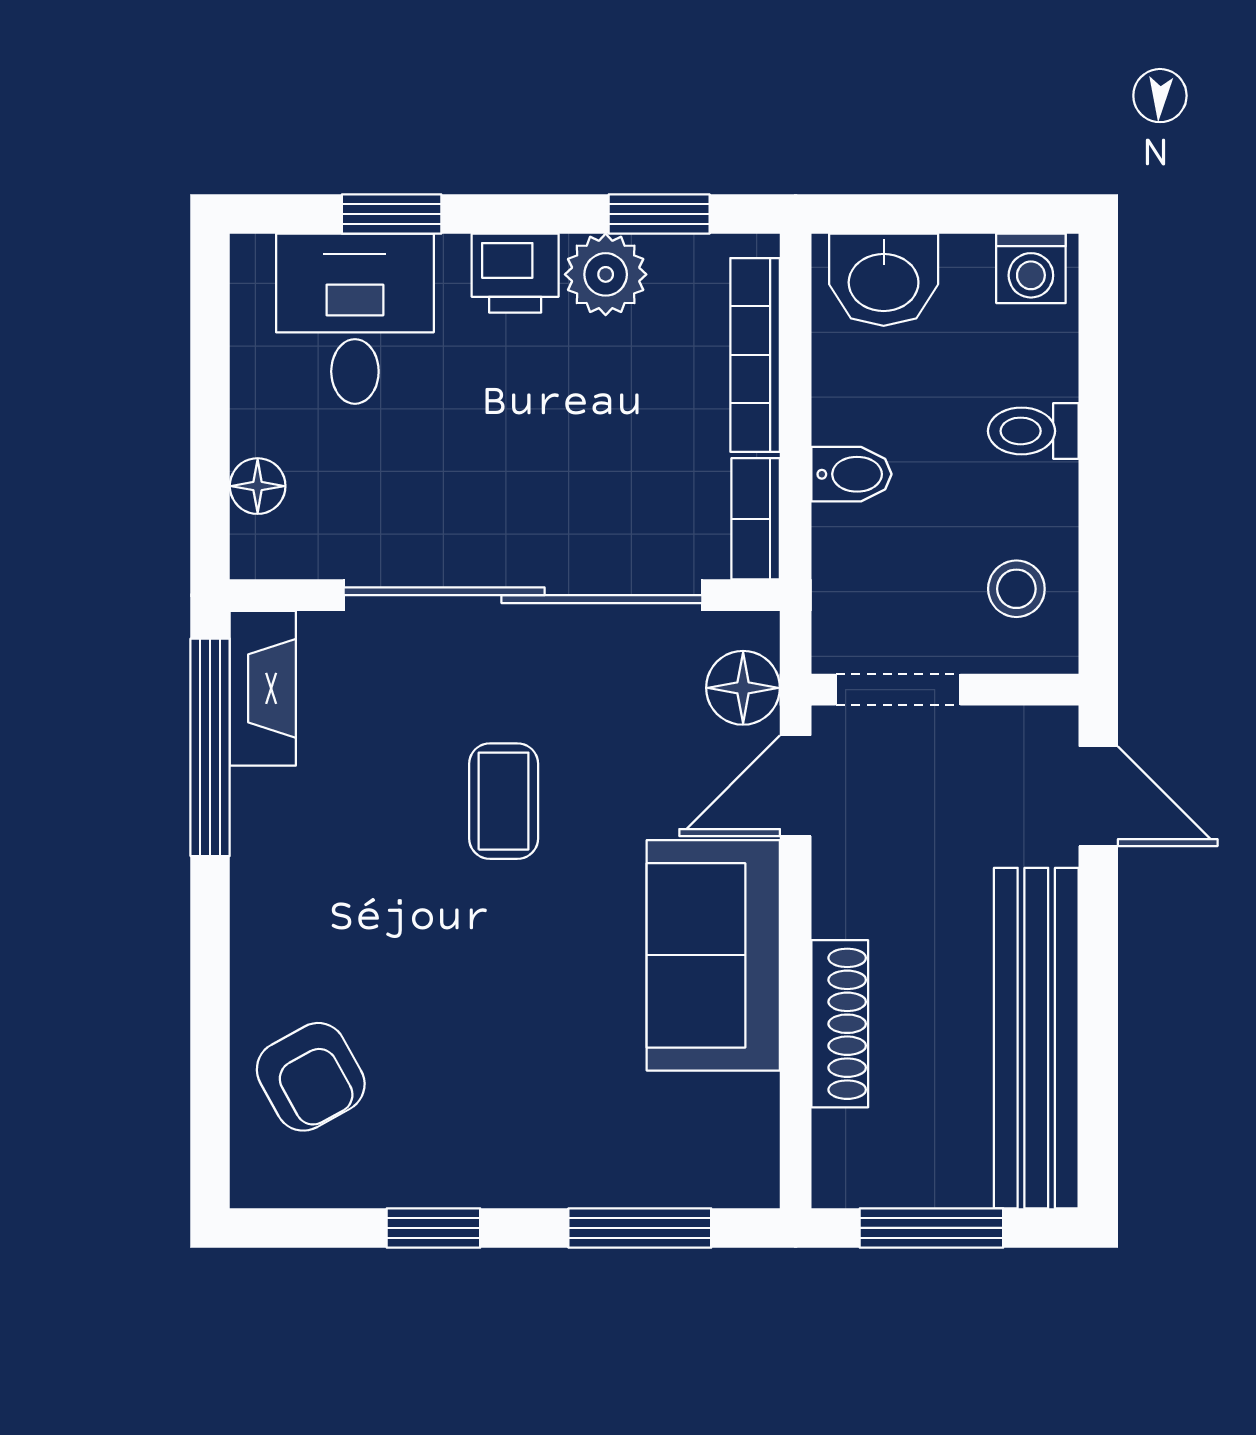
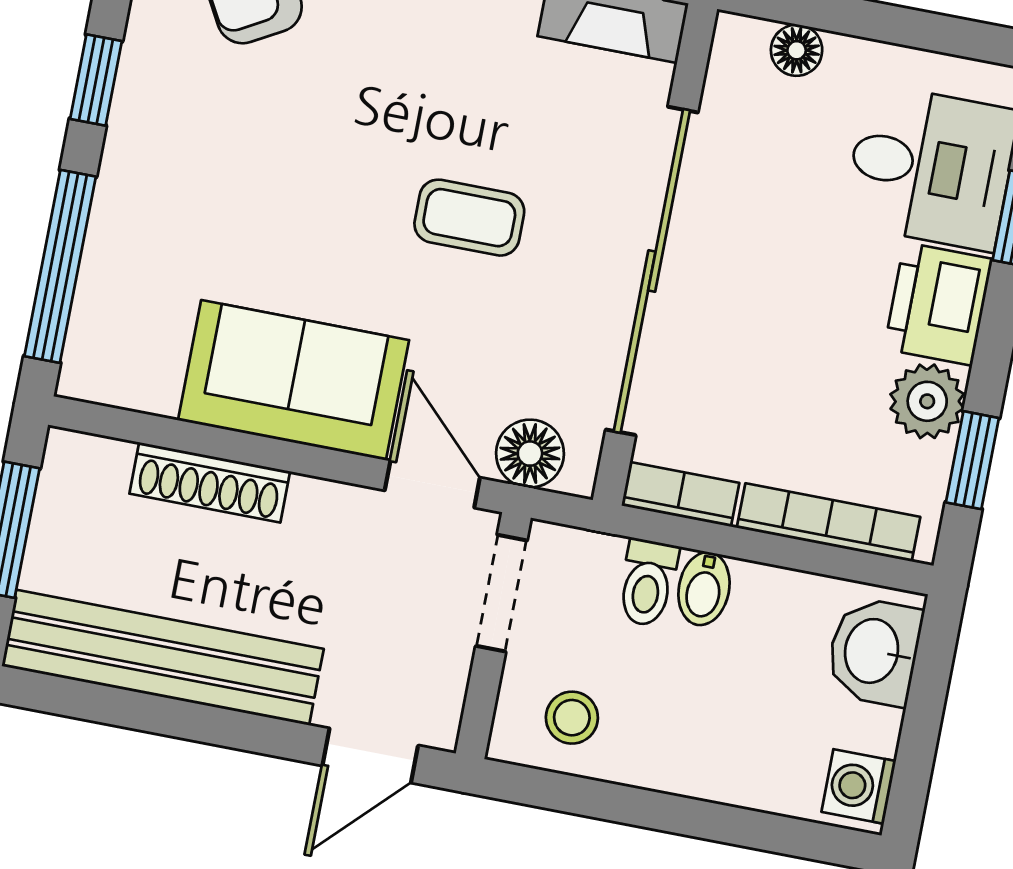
printer: (515, 273) -> (938, 304), width x1.36, depth x1.24
toilet: (1033, 431) -> (648, 583), moved, turned 180
window: (640, 1228) -> (60, 266), width x1.44

